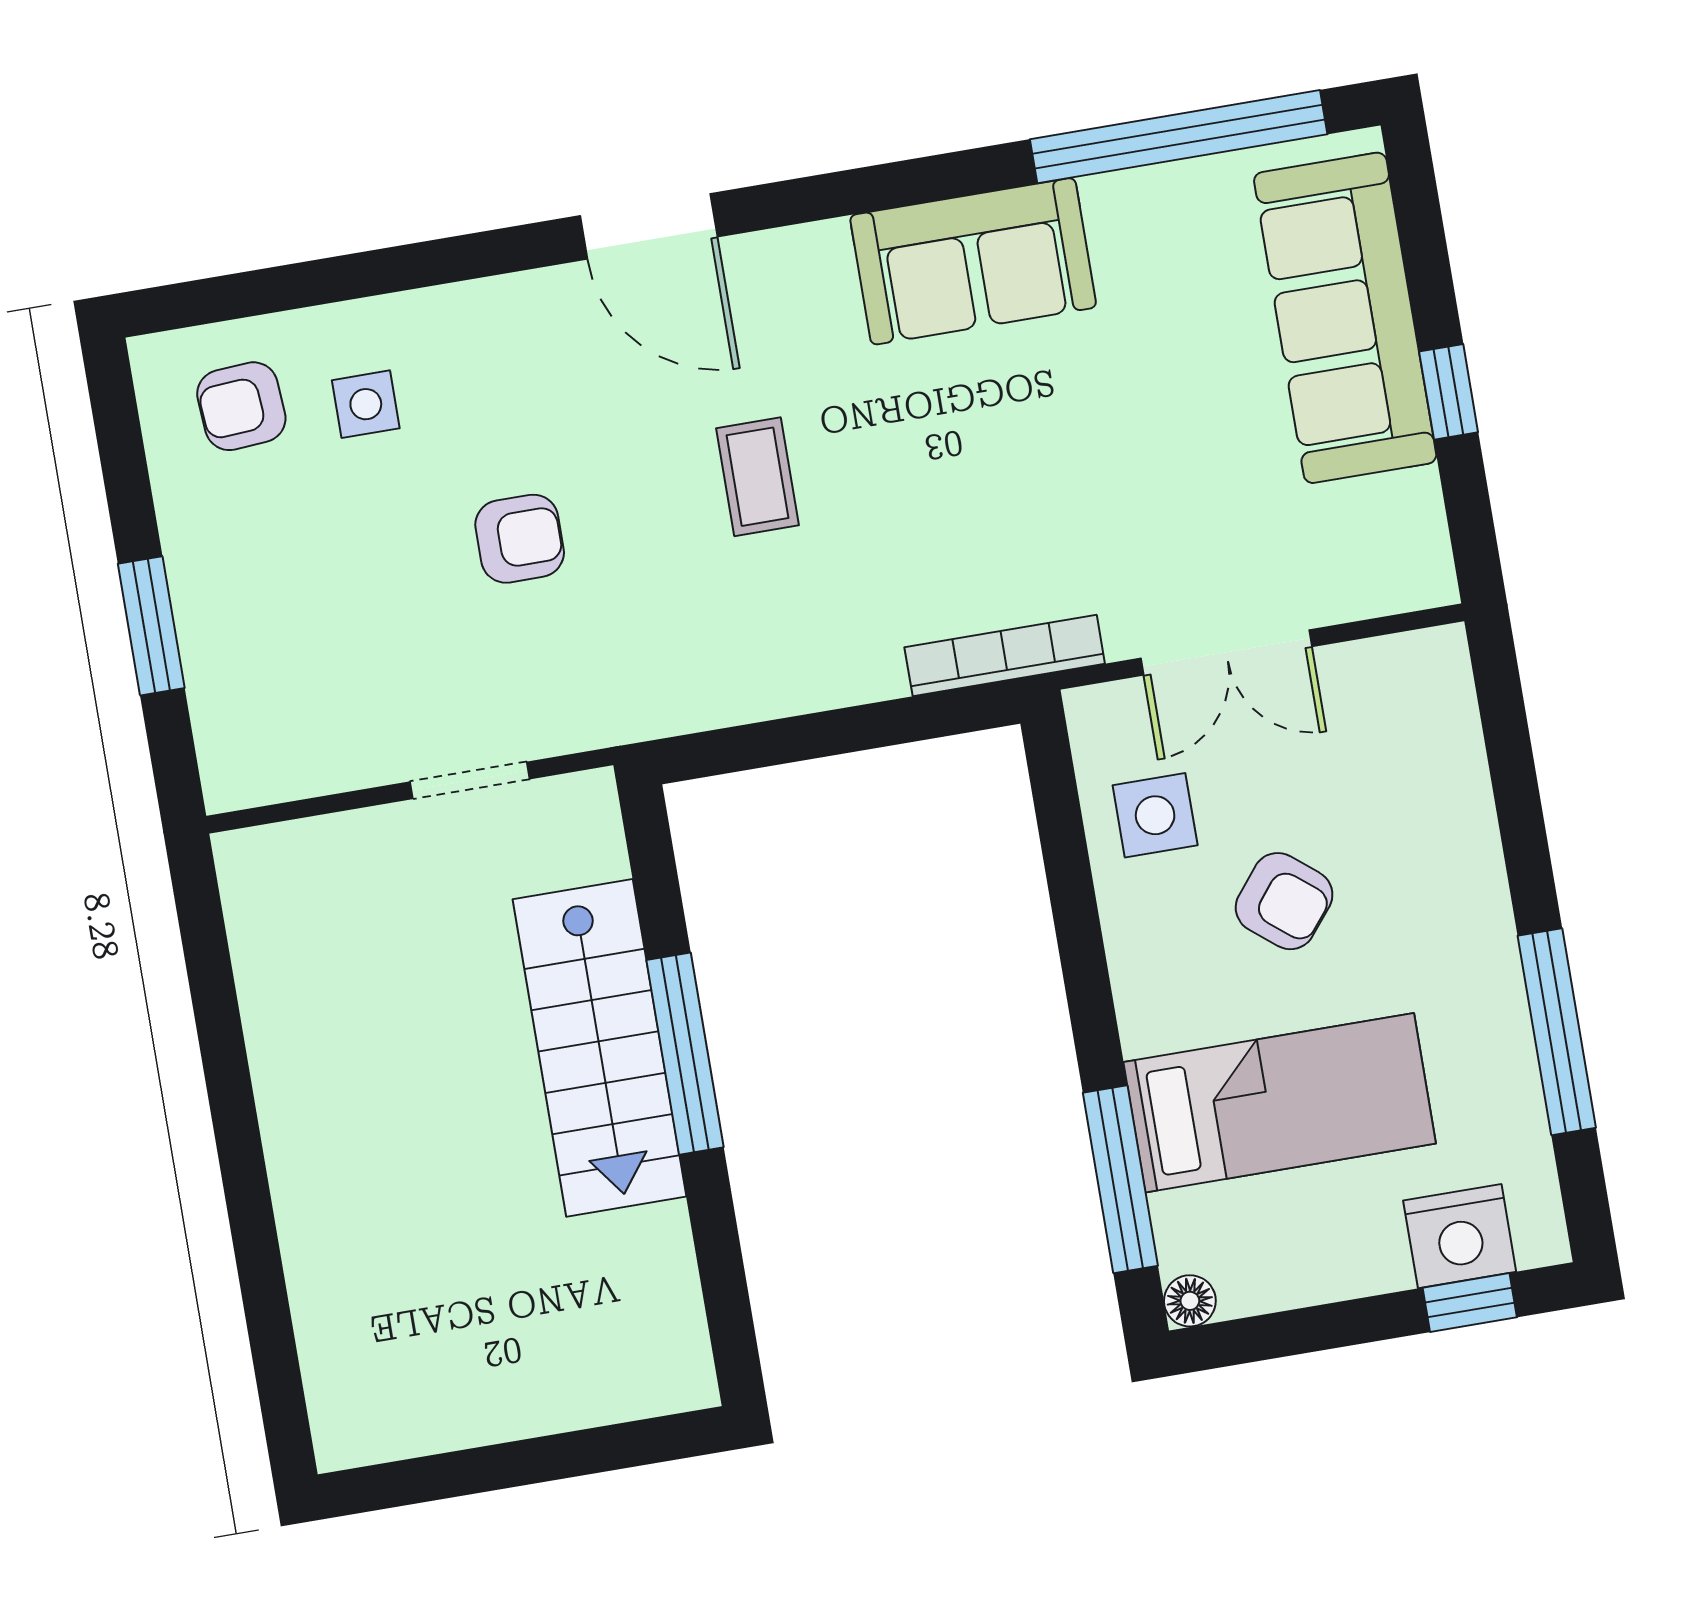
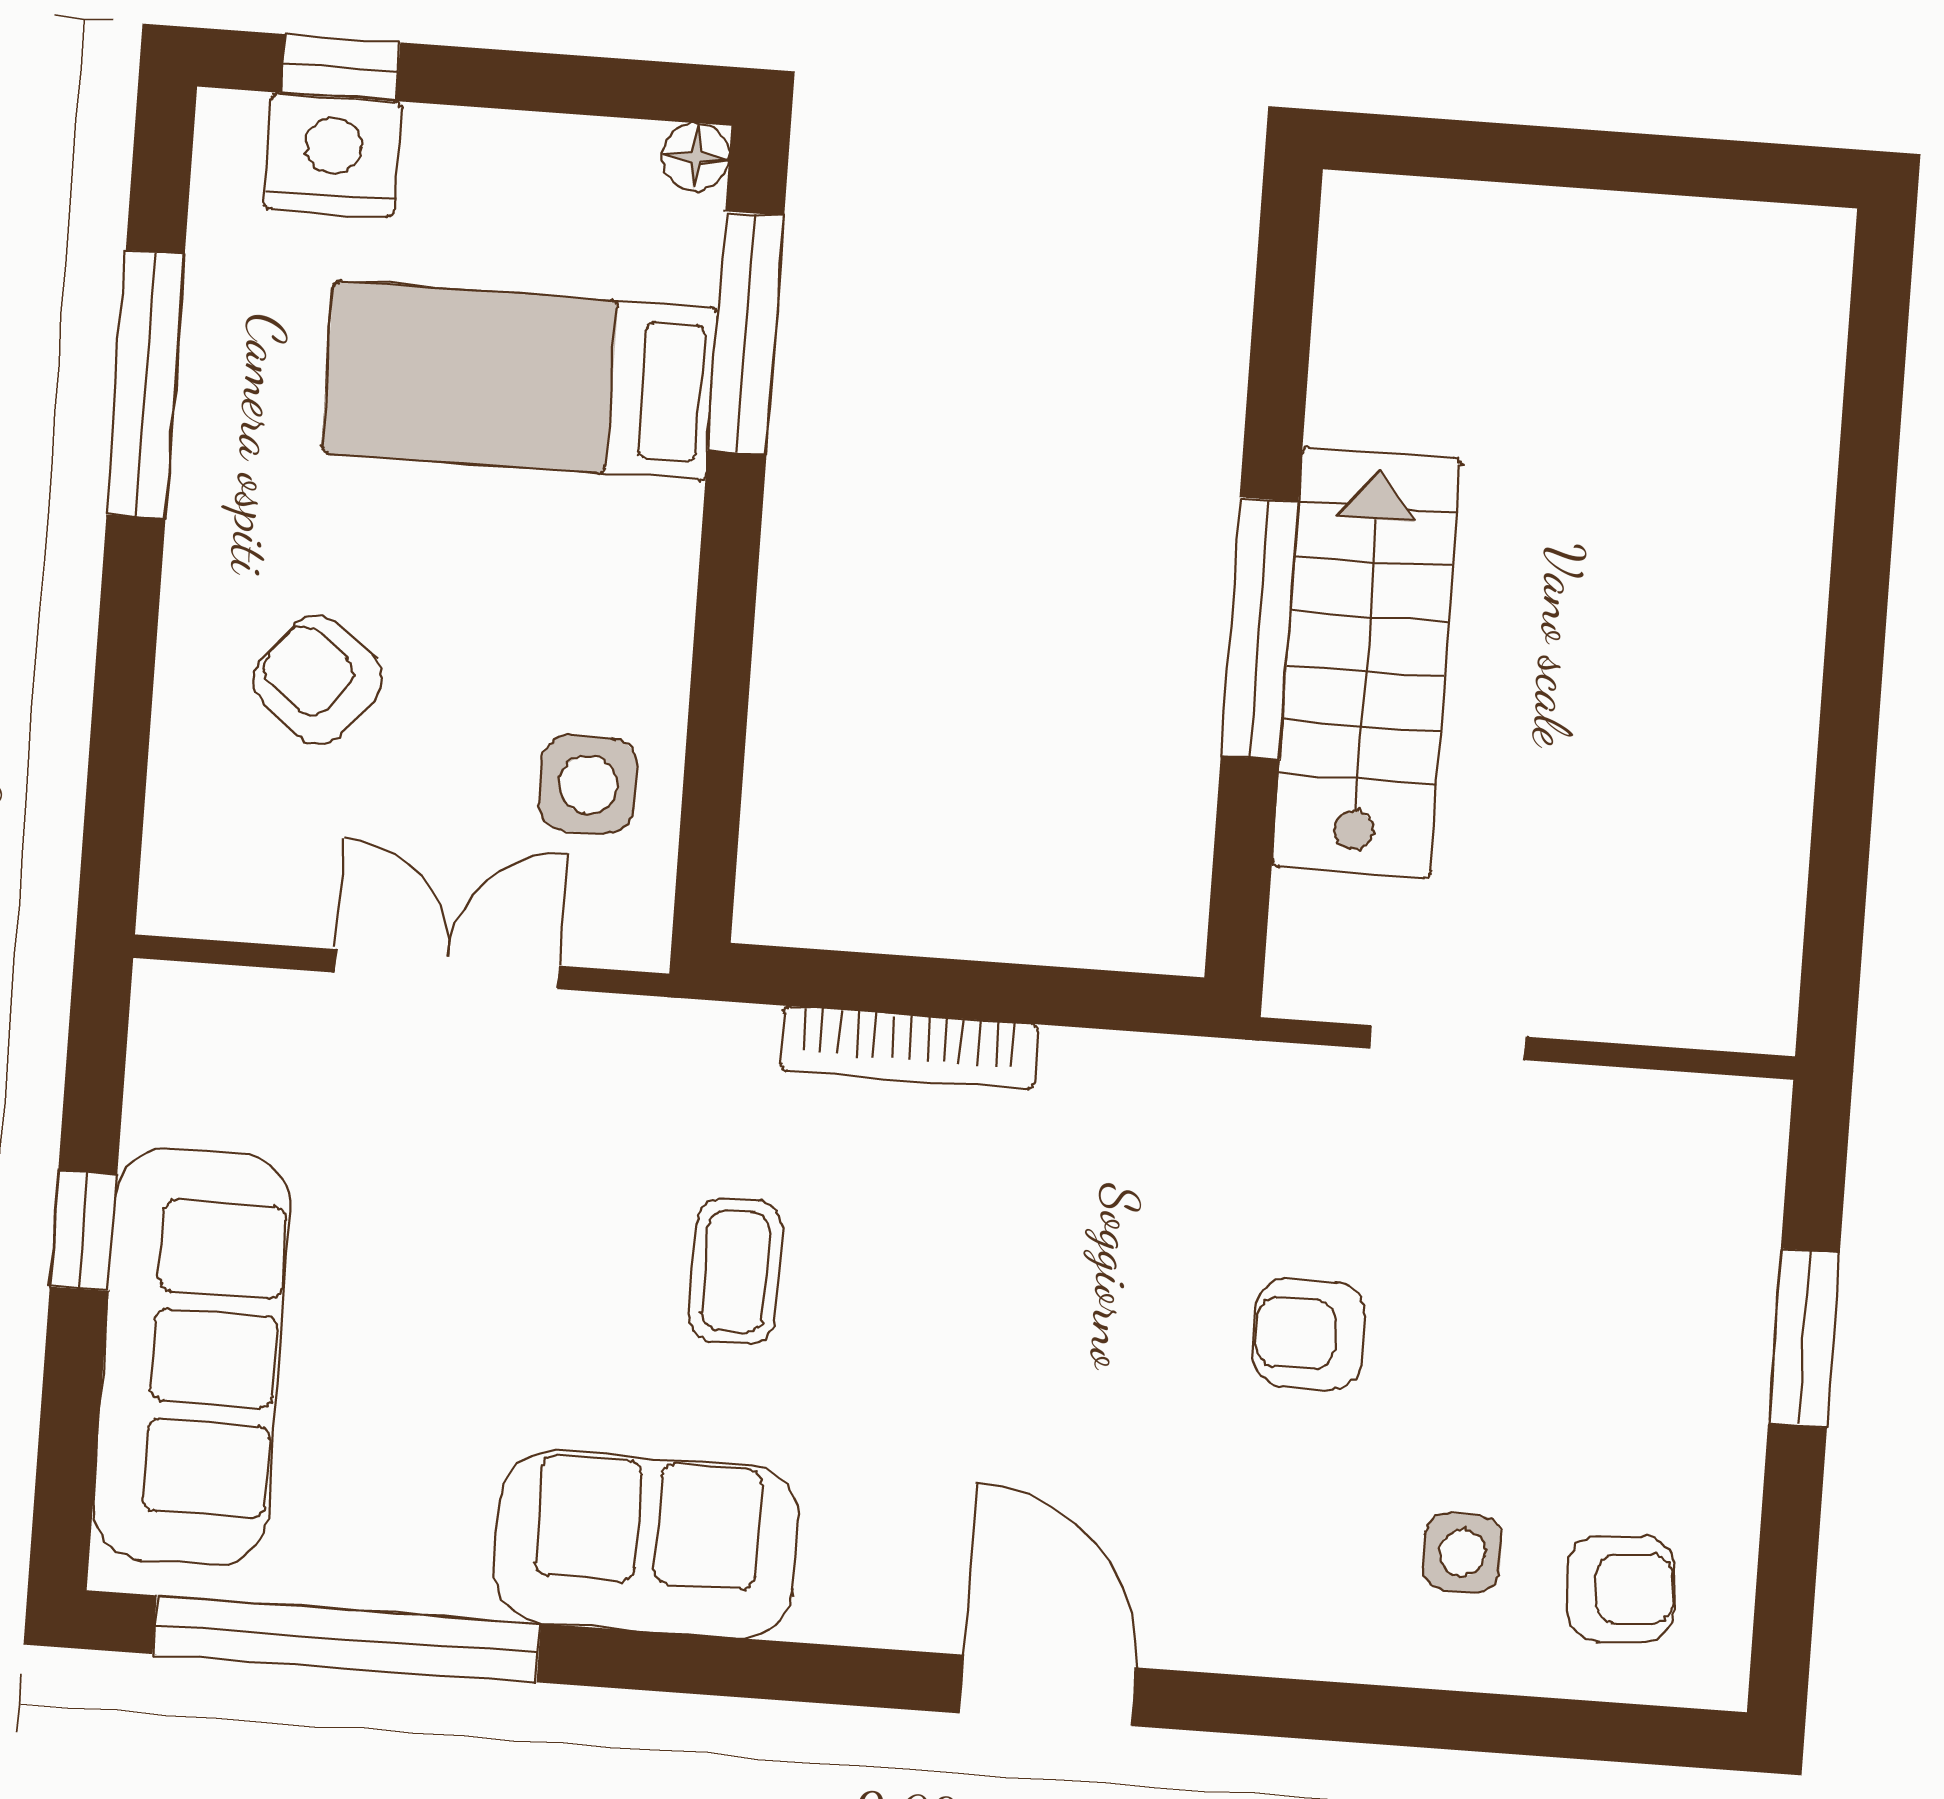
coffee table: (758, 477) -> (736, 1271), moved
bookcase: (1005, 655) -> (909, 1048), moved
armchair: (1284, 901) -> (318, 680), moved

